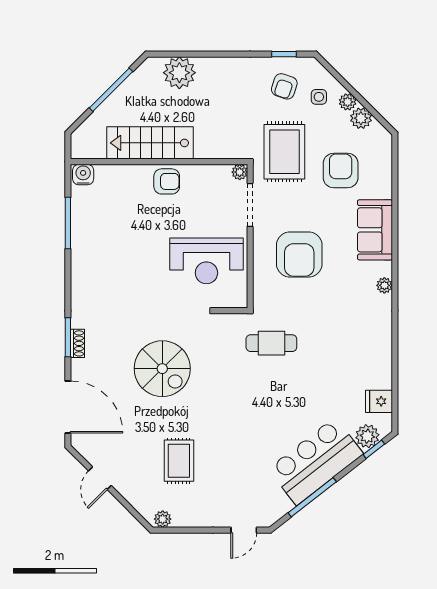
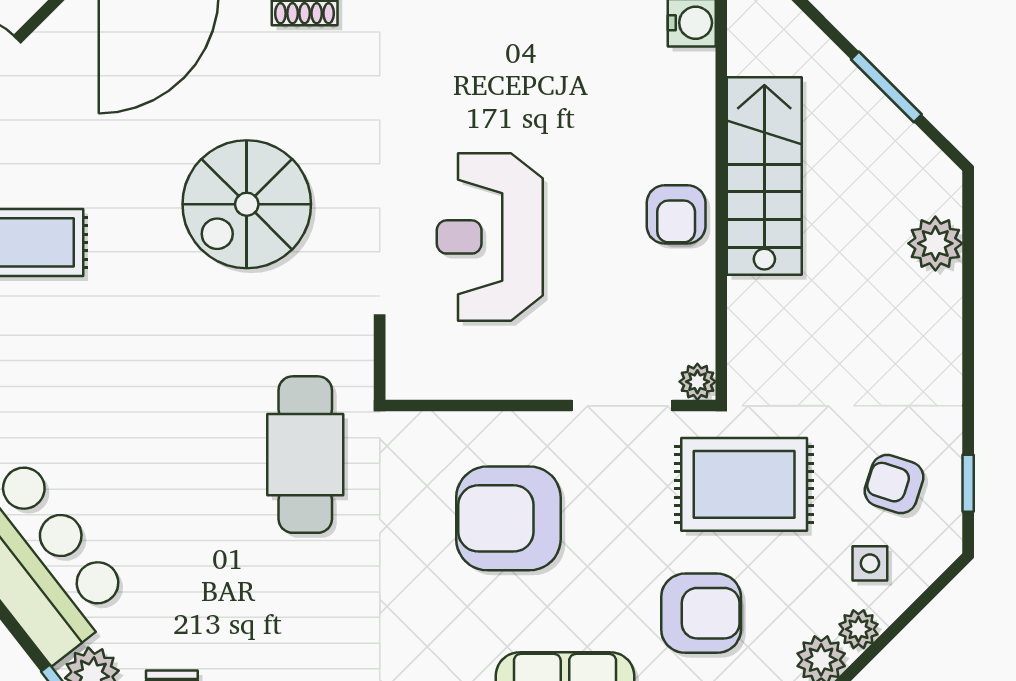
plant: (179, 73) -> (935, 243), width x0.73, depth x0.73
window: (111, 90) -> (886, 87), width x0.69
reception desk: (206, 261) -> (490, 237), moved
cafe table: (271, 343) -> (305, 455), width x1.37, depth x1.35

